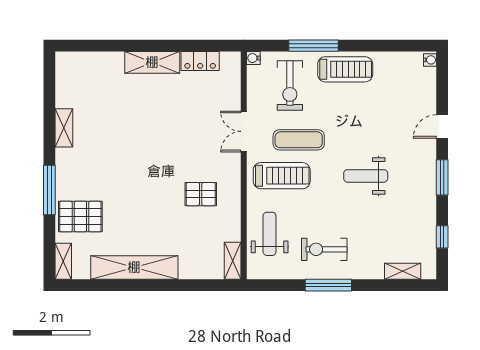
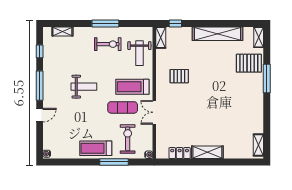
shelving: (64, 128) -> (258, 145), moved
double door: (244, 131) -> (154, 112), swing flipped
window: (442, 177) -> (40, 86), width x1.44
window: (207, 285) -> (175, 23), added

